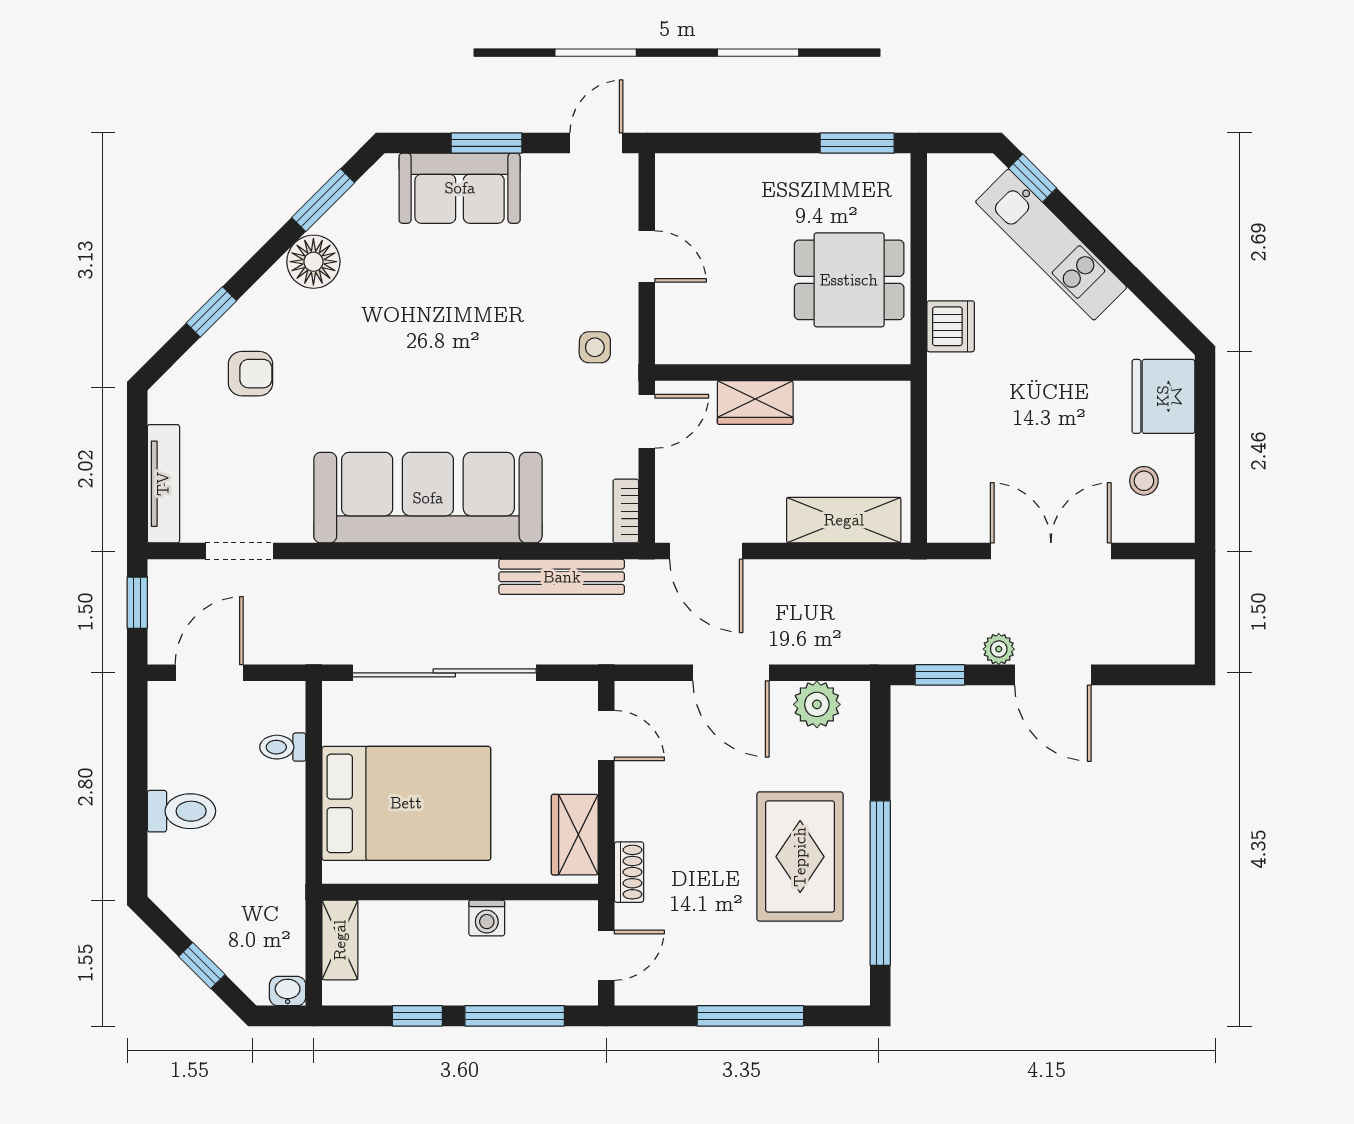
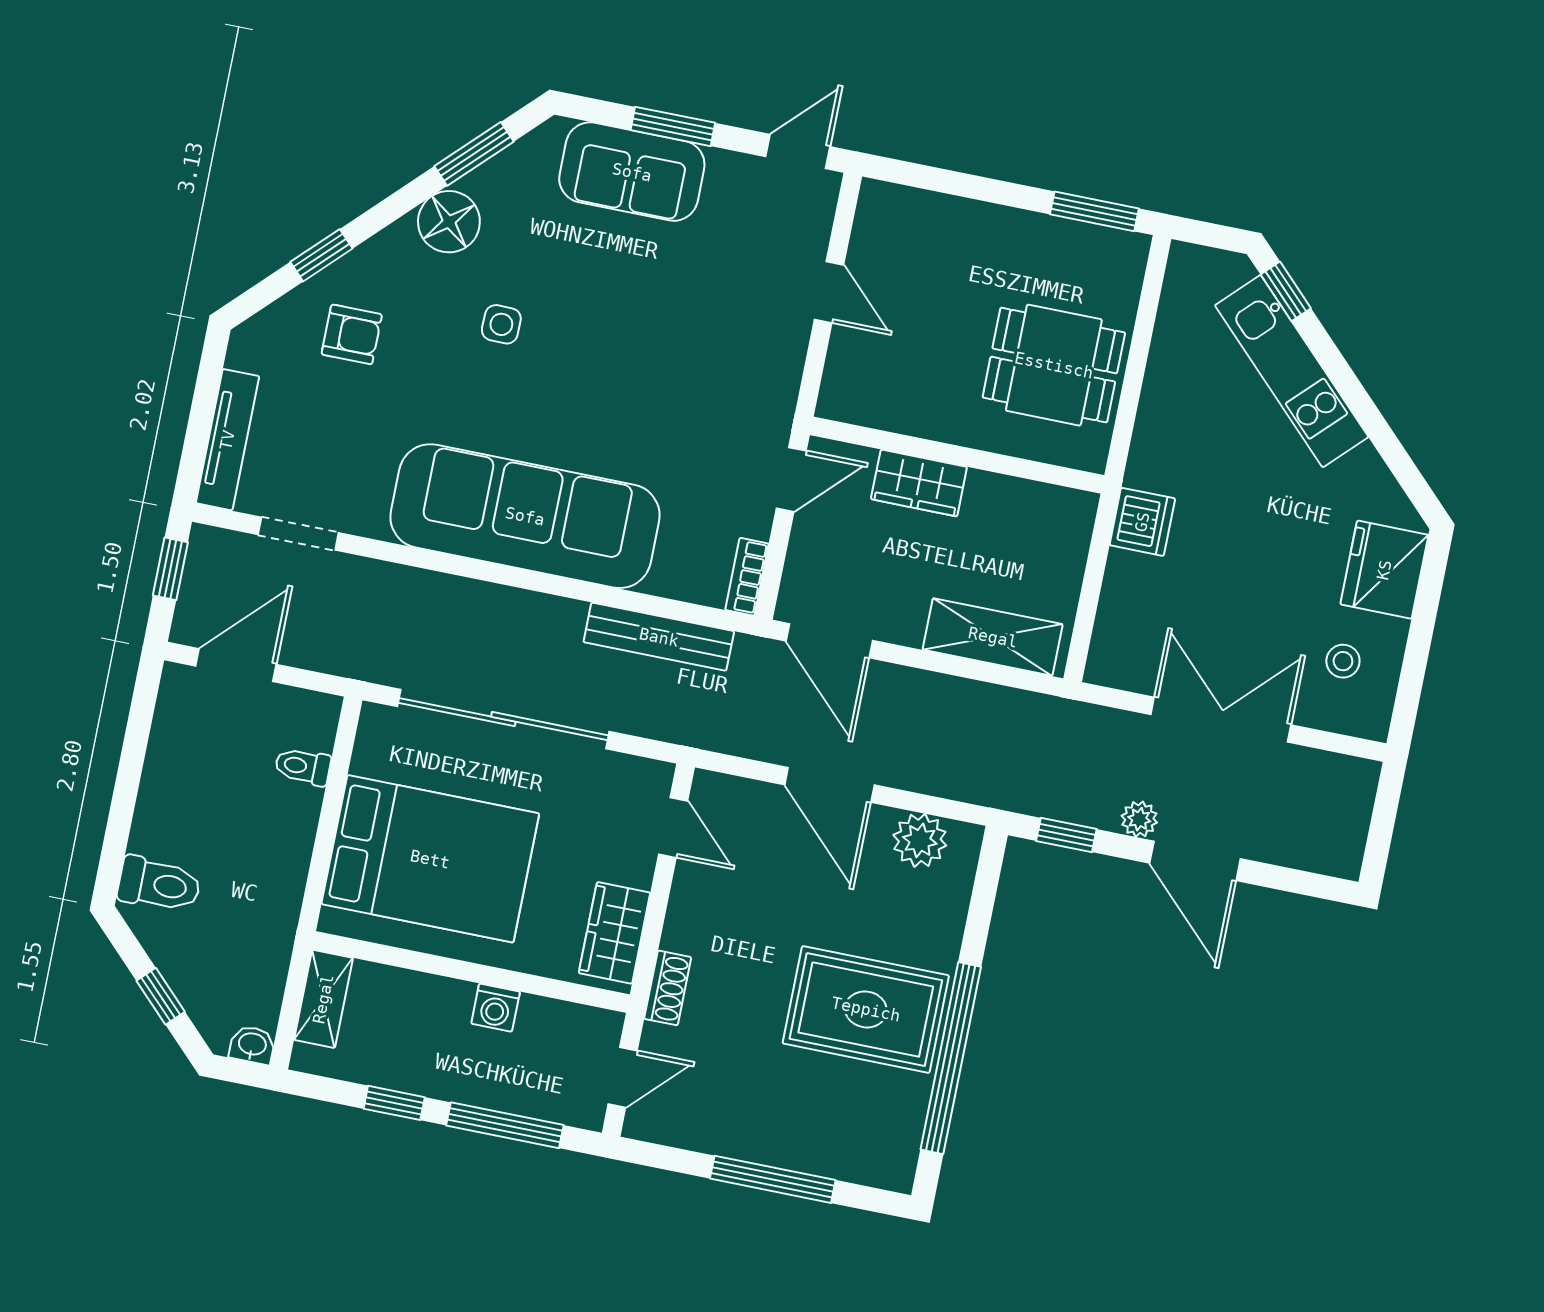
dishwasher: (951, 326) -> (1142, 522), moved
side table: (595, 347) -> (501, 324), moved
toilet: (182, 811) -> (159, 884), moved
rug: (800, 857) -> (866, 1009), turned 90

